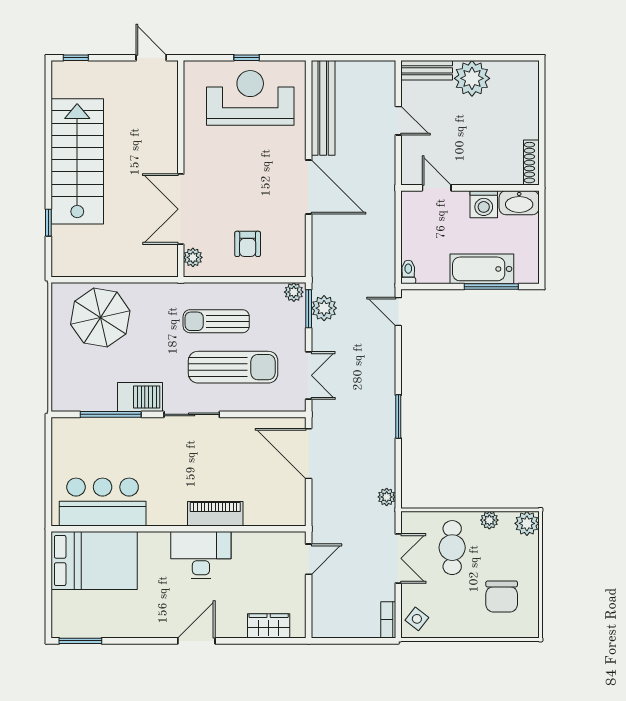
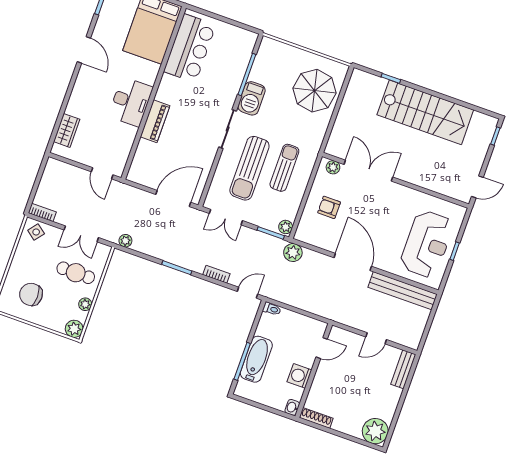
plant: (472, 78) -> (375, 431), moved
door: (309, 187) -> (353, 262), swing flipped
washbasin: (519, 203) -> (292, 407), width x0.52, depth x0.69
plant: (324, 308) -> (293, 253), moved
bookcase: (388, 361) -> (216, 274), added
door: (196, 641) -> (84, 50), moved

